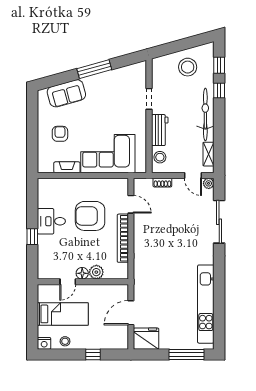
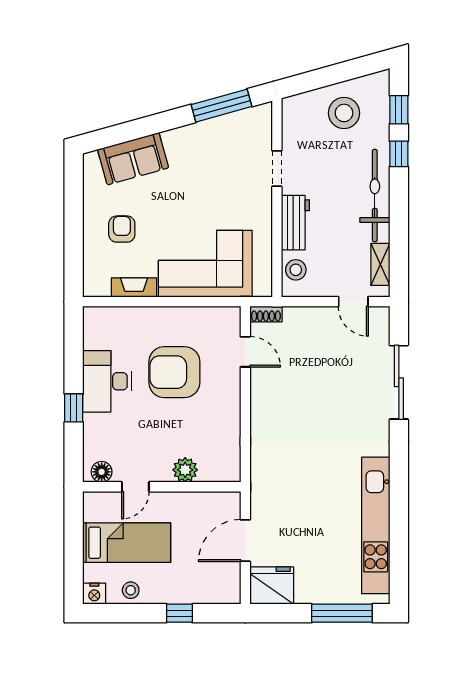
window: (94, 69) -> (222, 106), moved
shoe rack: (162, 183) -> (266, 314), moved
plant: (209, 183) -> (380, 315), removed
desk: (51, 221) -> (107, 381), width x1.37
bookcase: (123, 238) -> (231, 411), removed
floor lamp: (82, 273) -> (102, 472), moved

